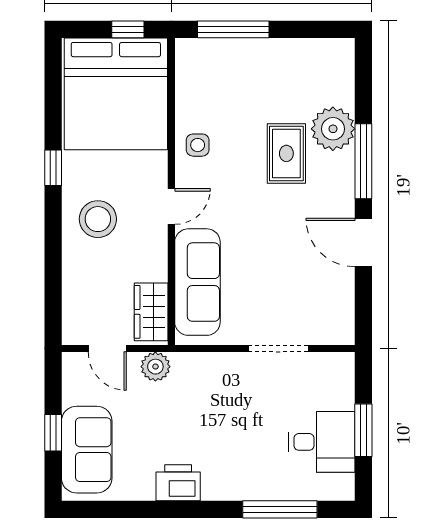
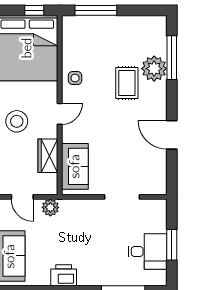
window: (363, 161) -> (172, 58), moved
sofa: (197, 282) -> (75, 166), width x0.73
wardrobe: (151, 312) -> (48, 156), moved

